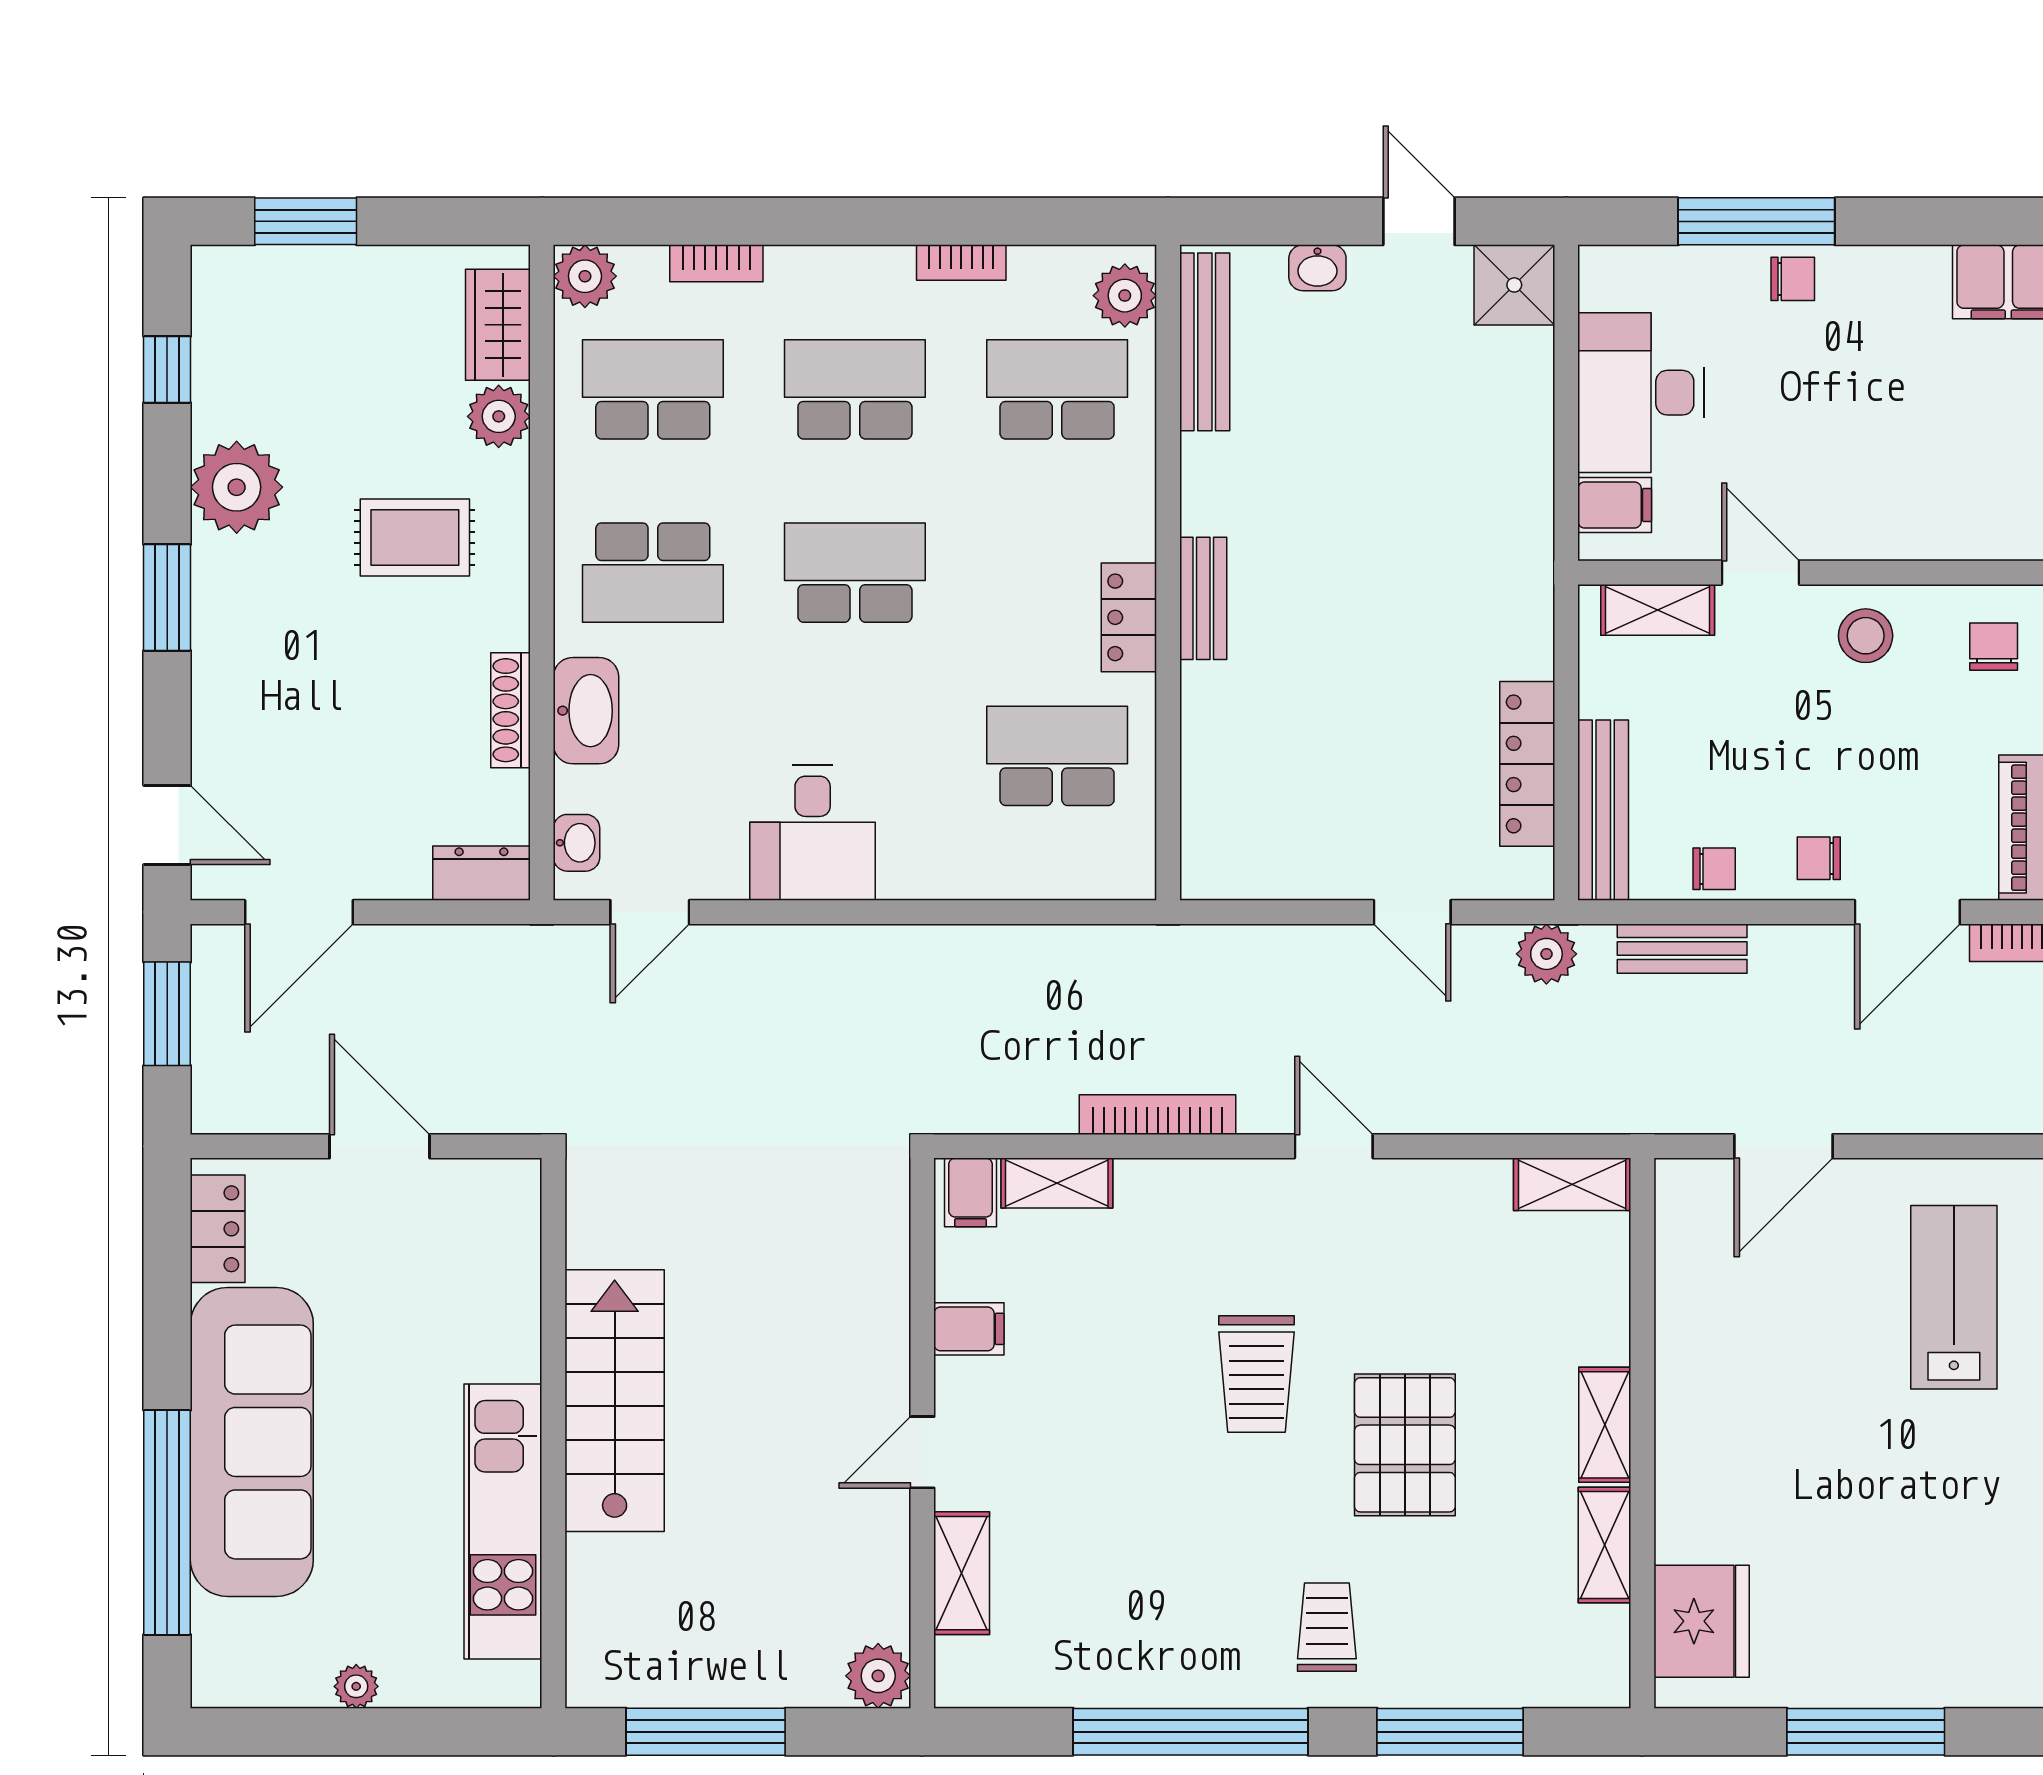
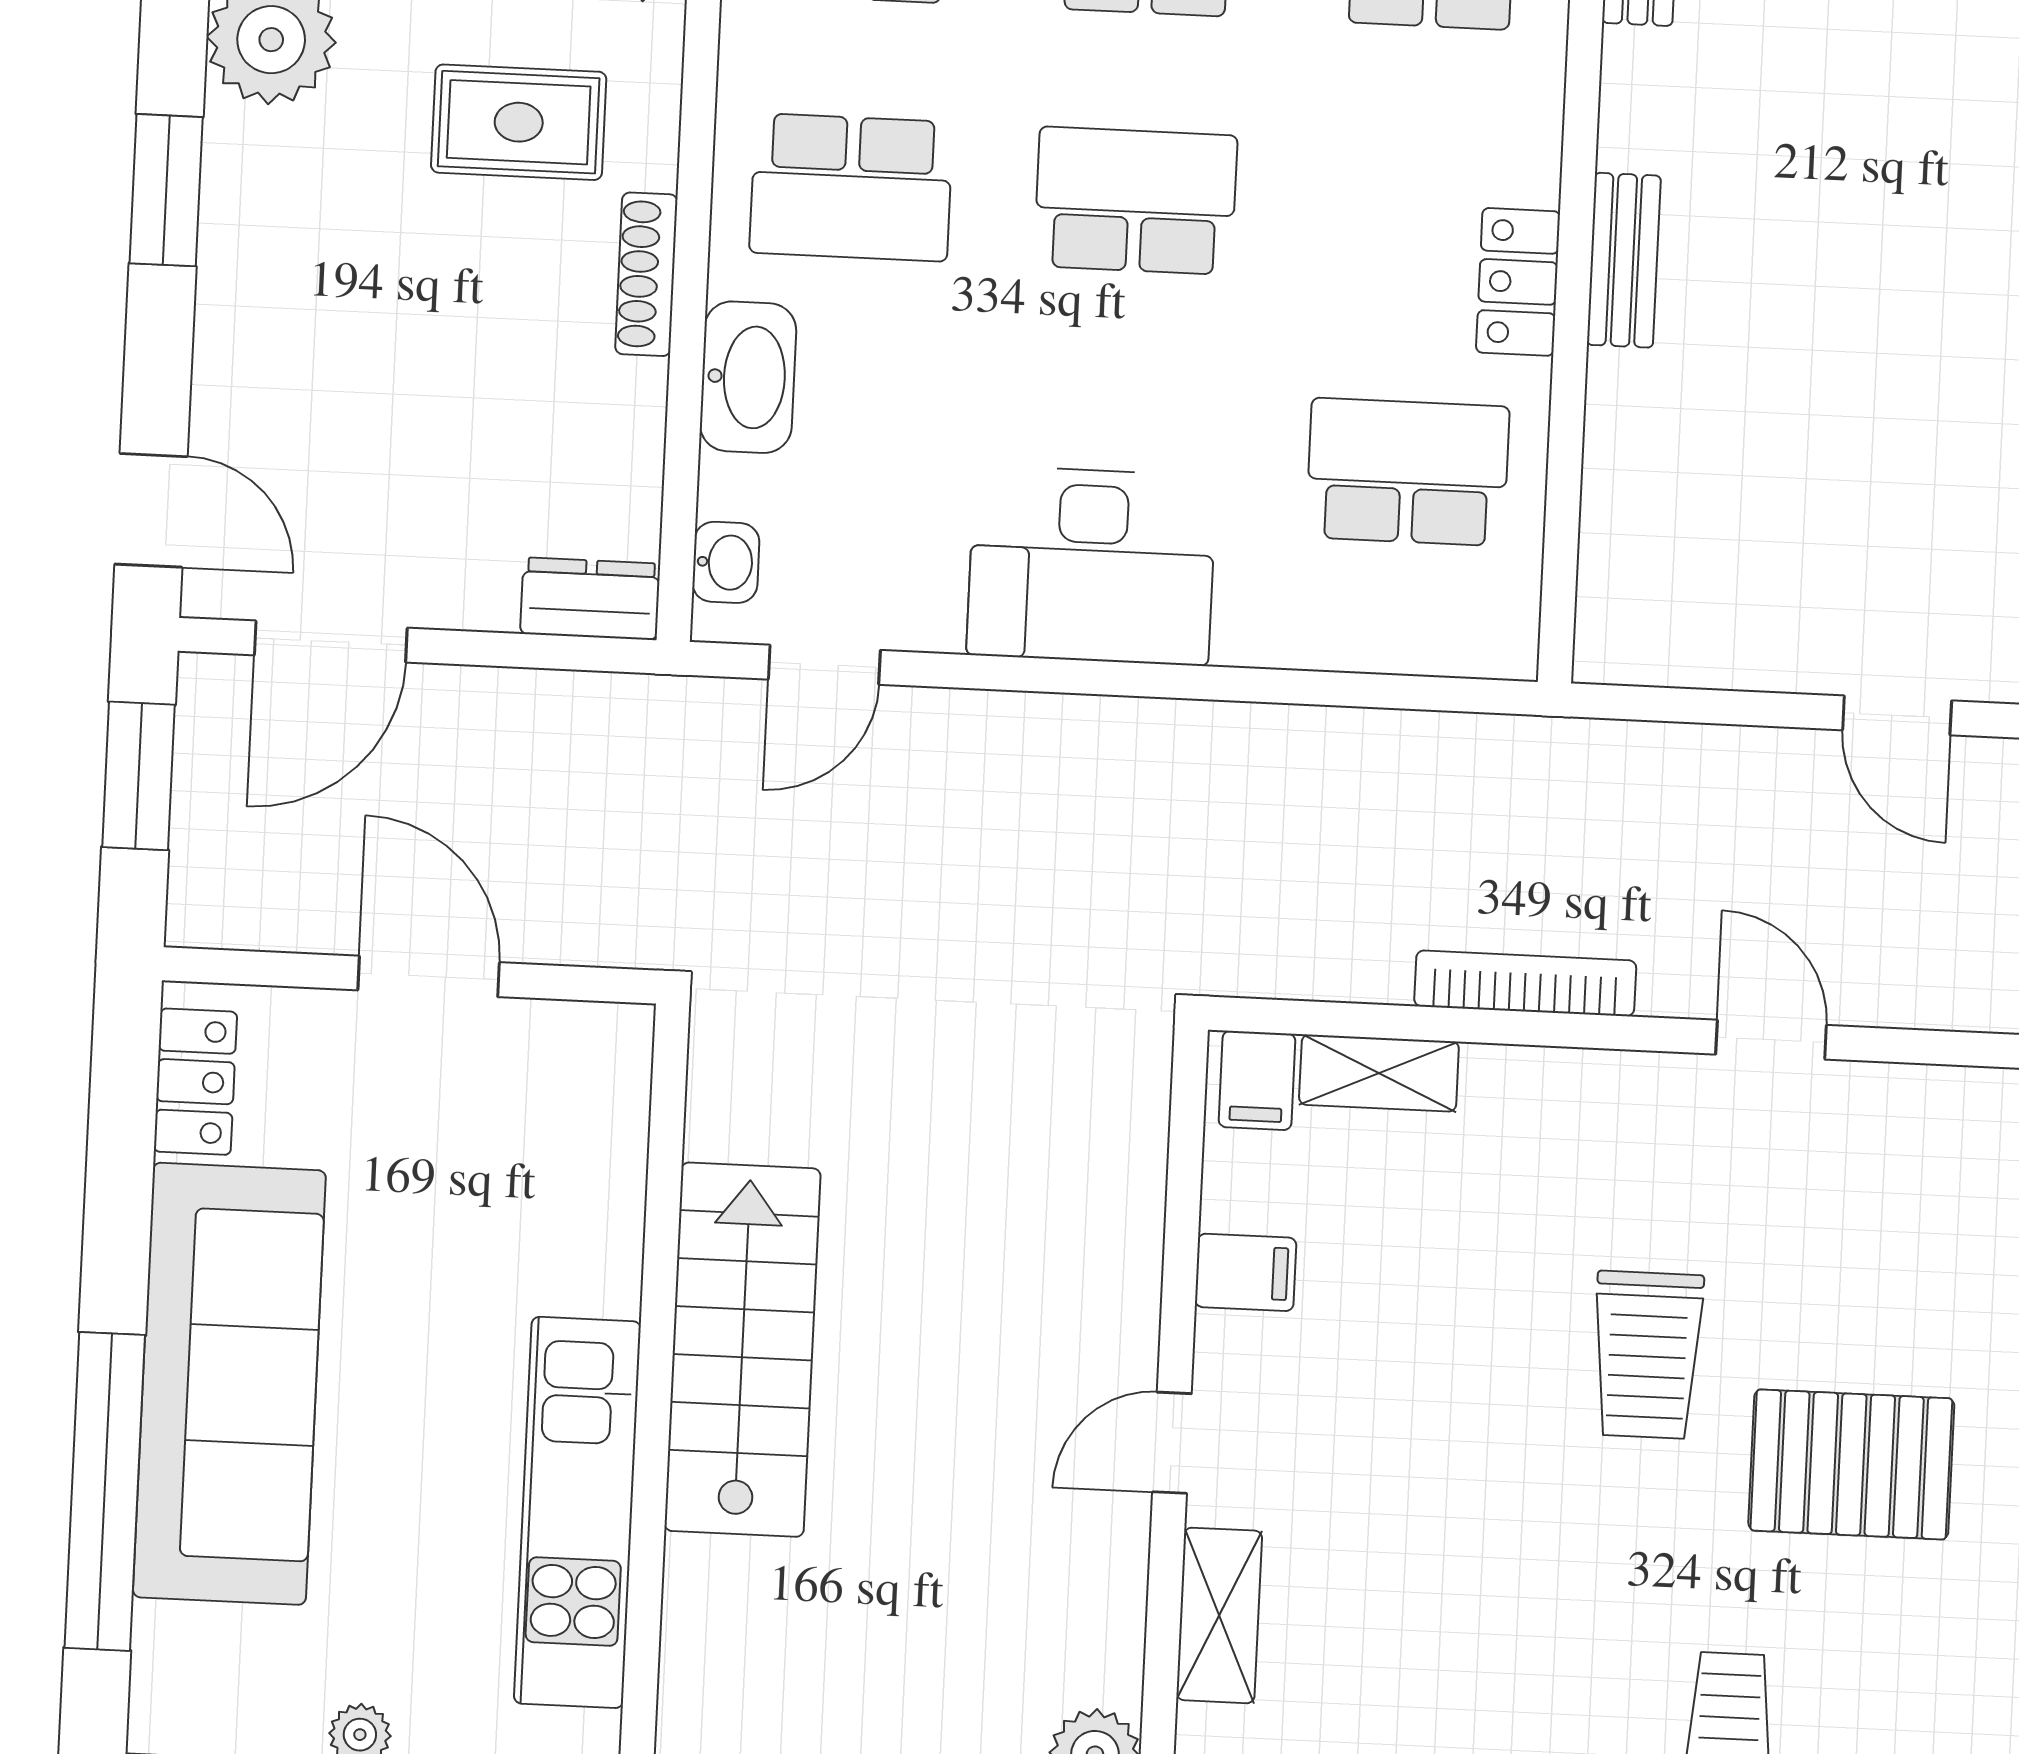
shoe rack: (510, 710) -> (646, 274), moved
desk: (813, 833) -> (1091, 566), width x1.37
pallet: (1405, 1445) -> (1851, 1464), turned 90

